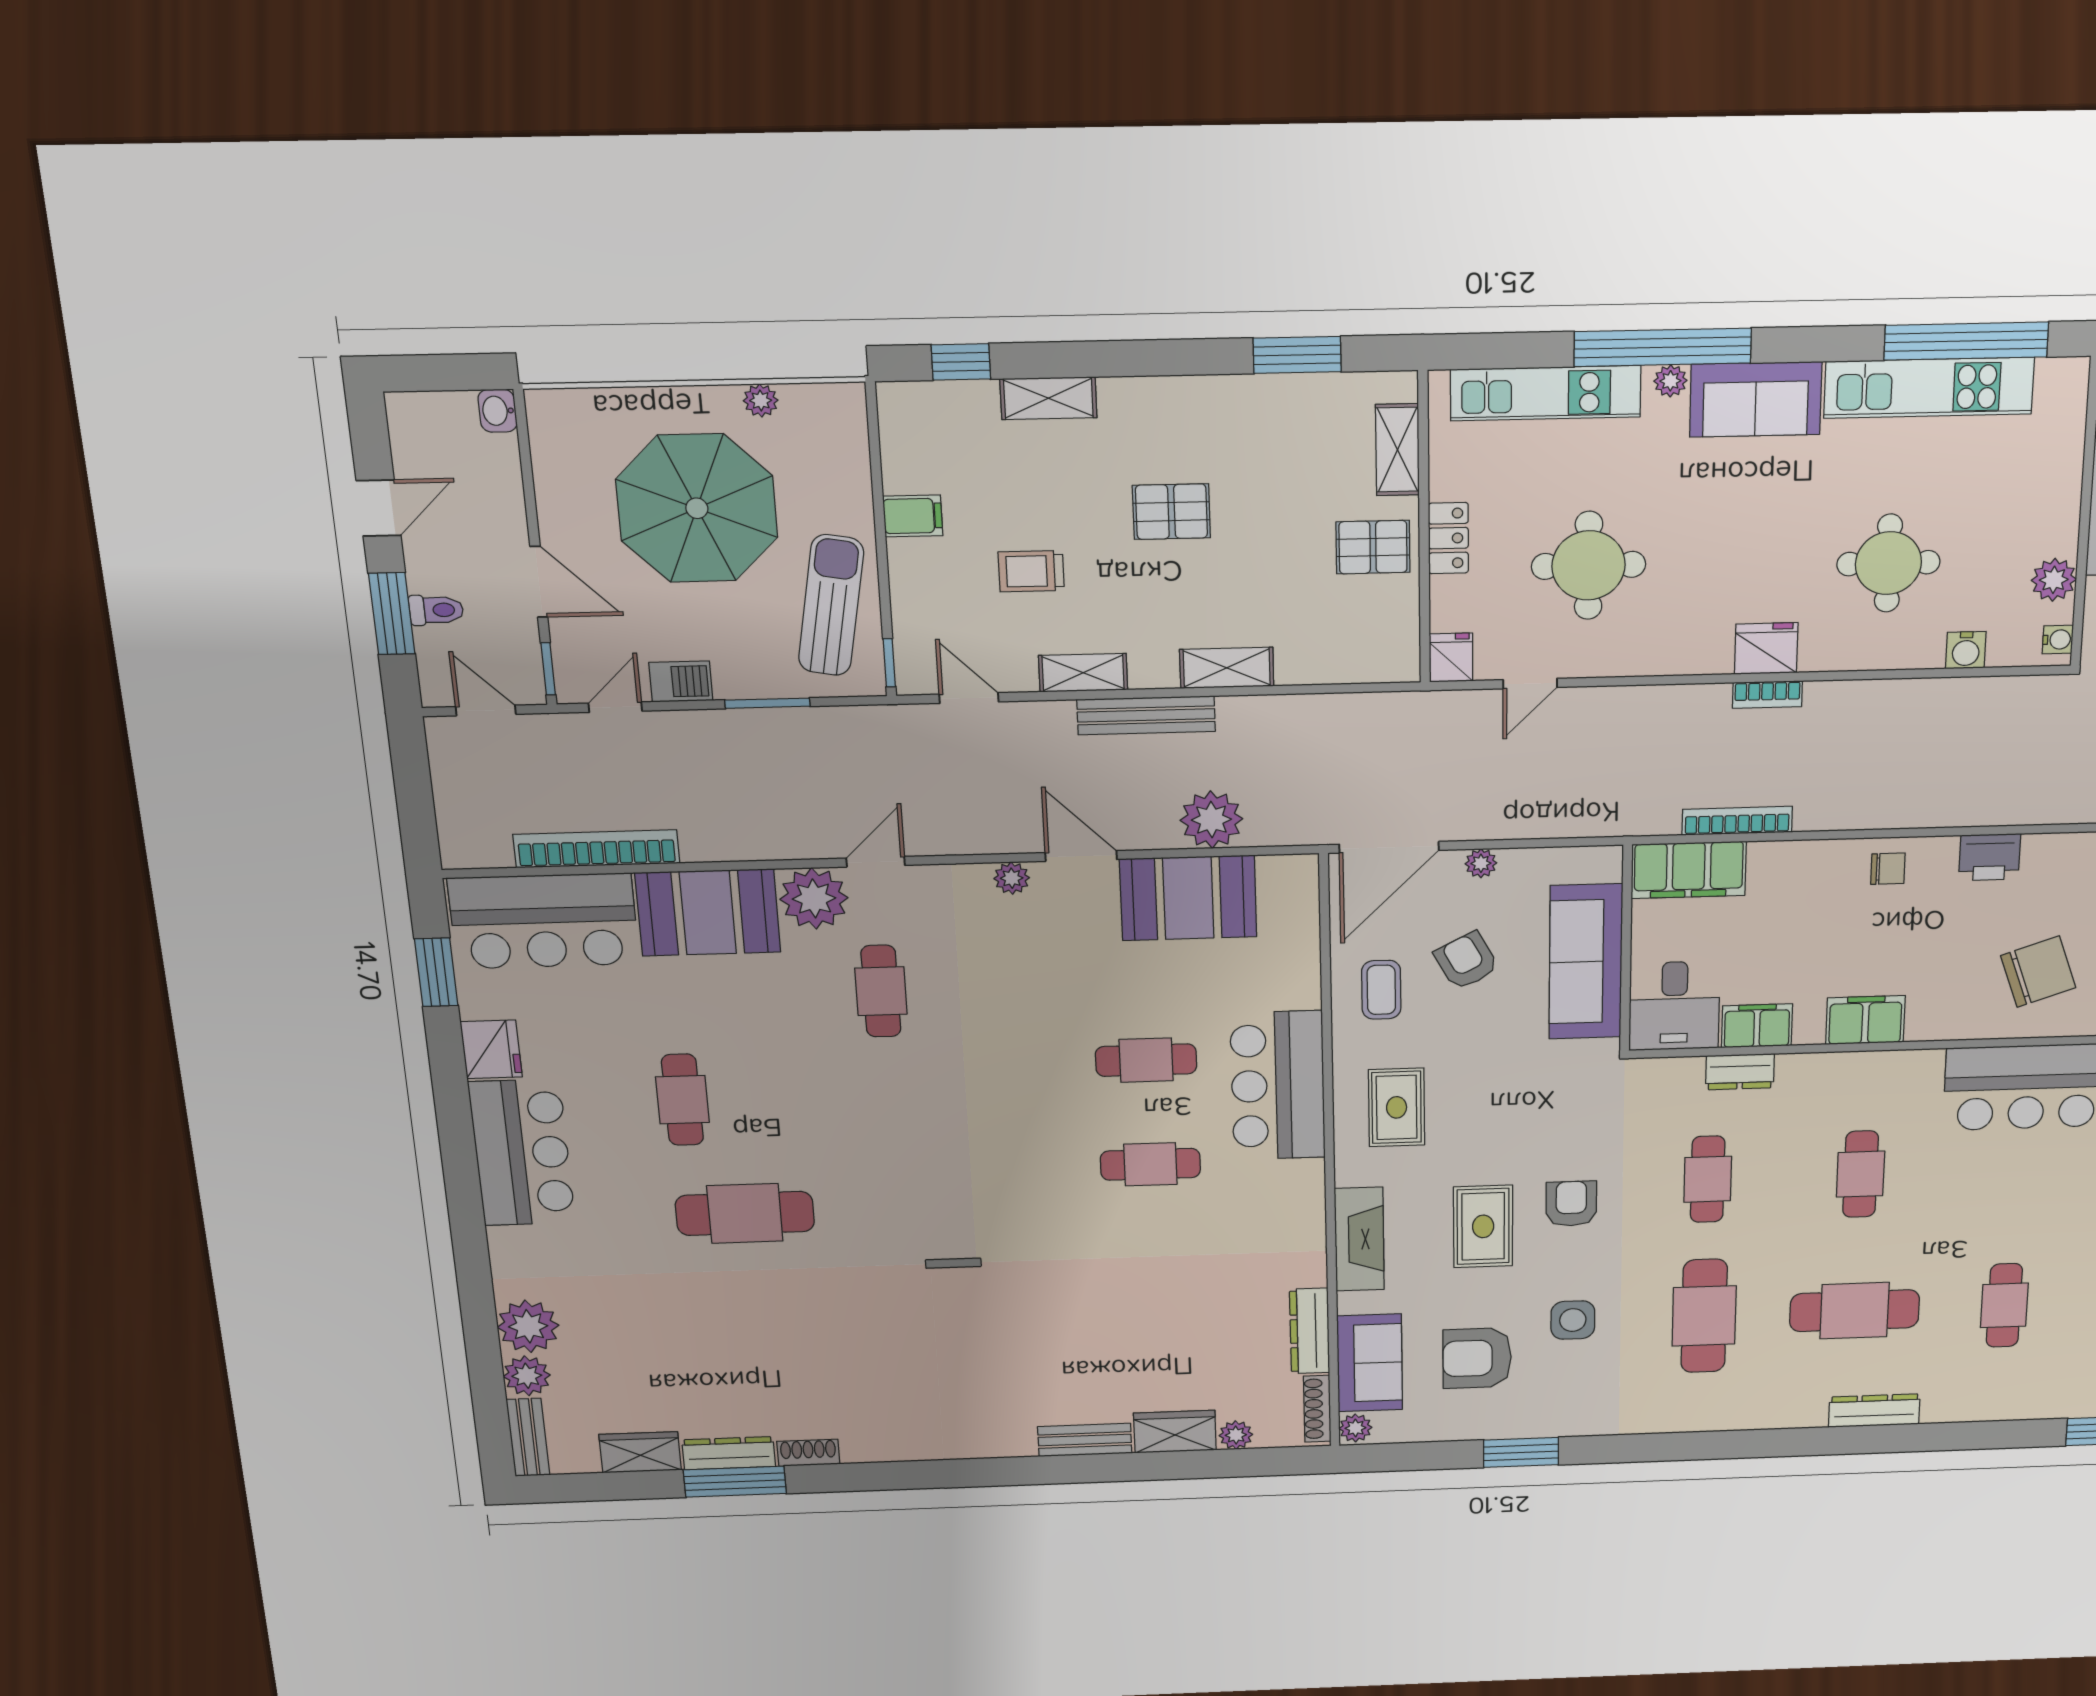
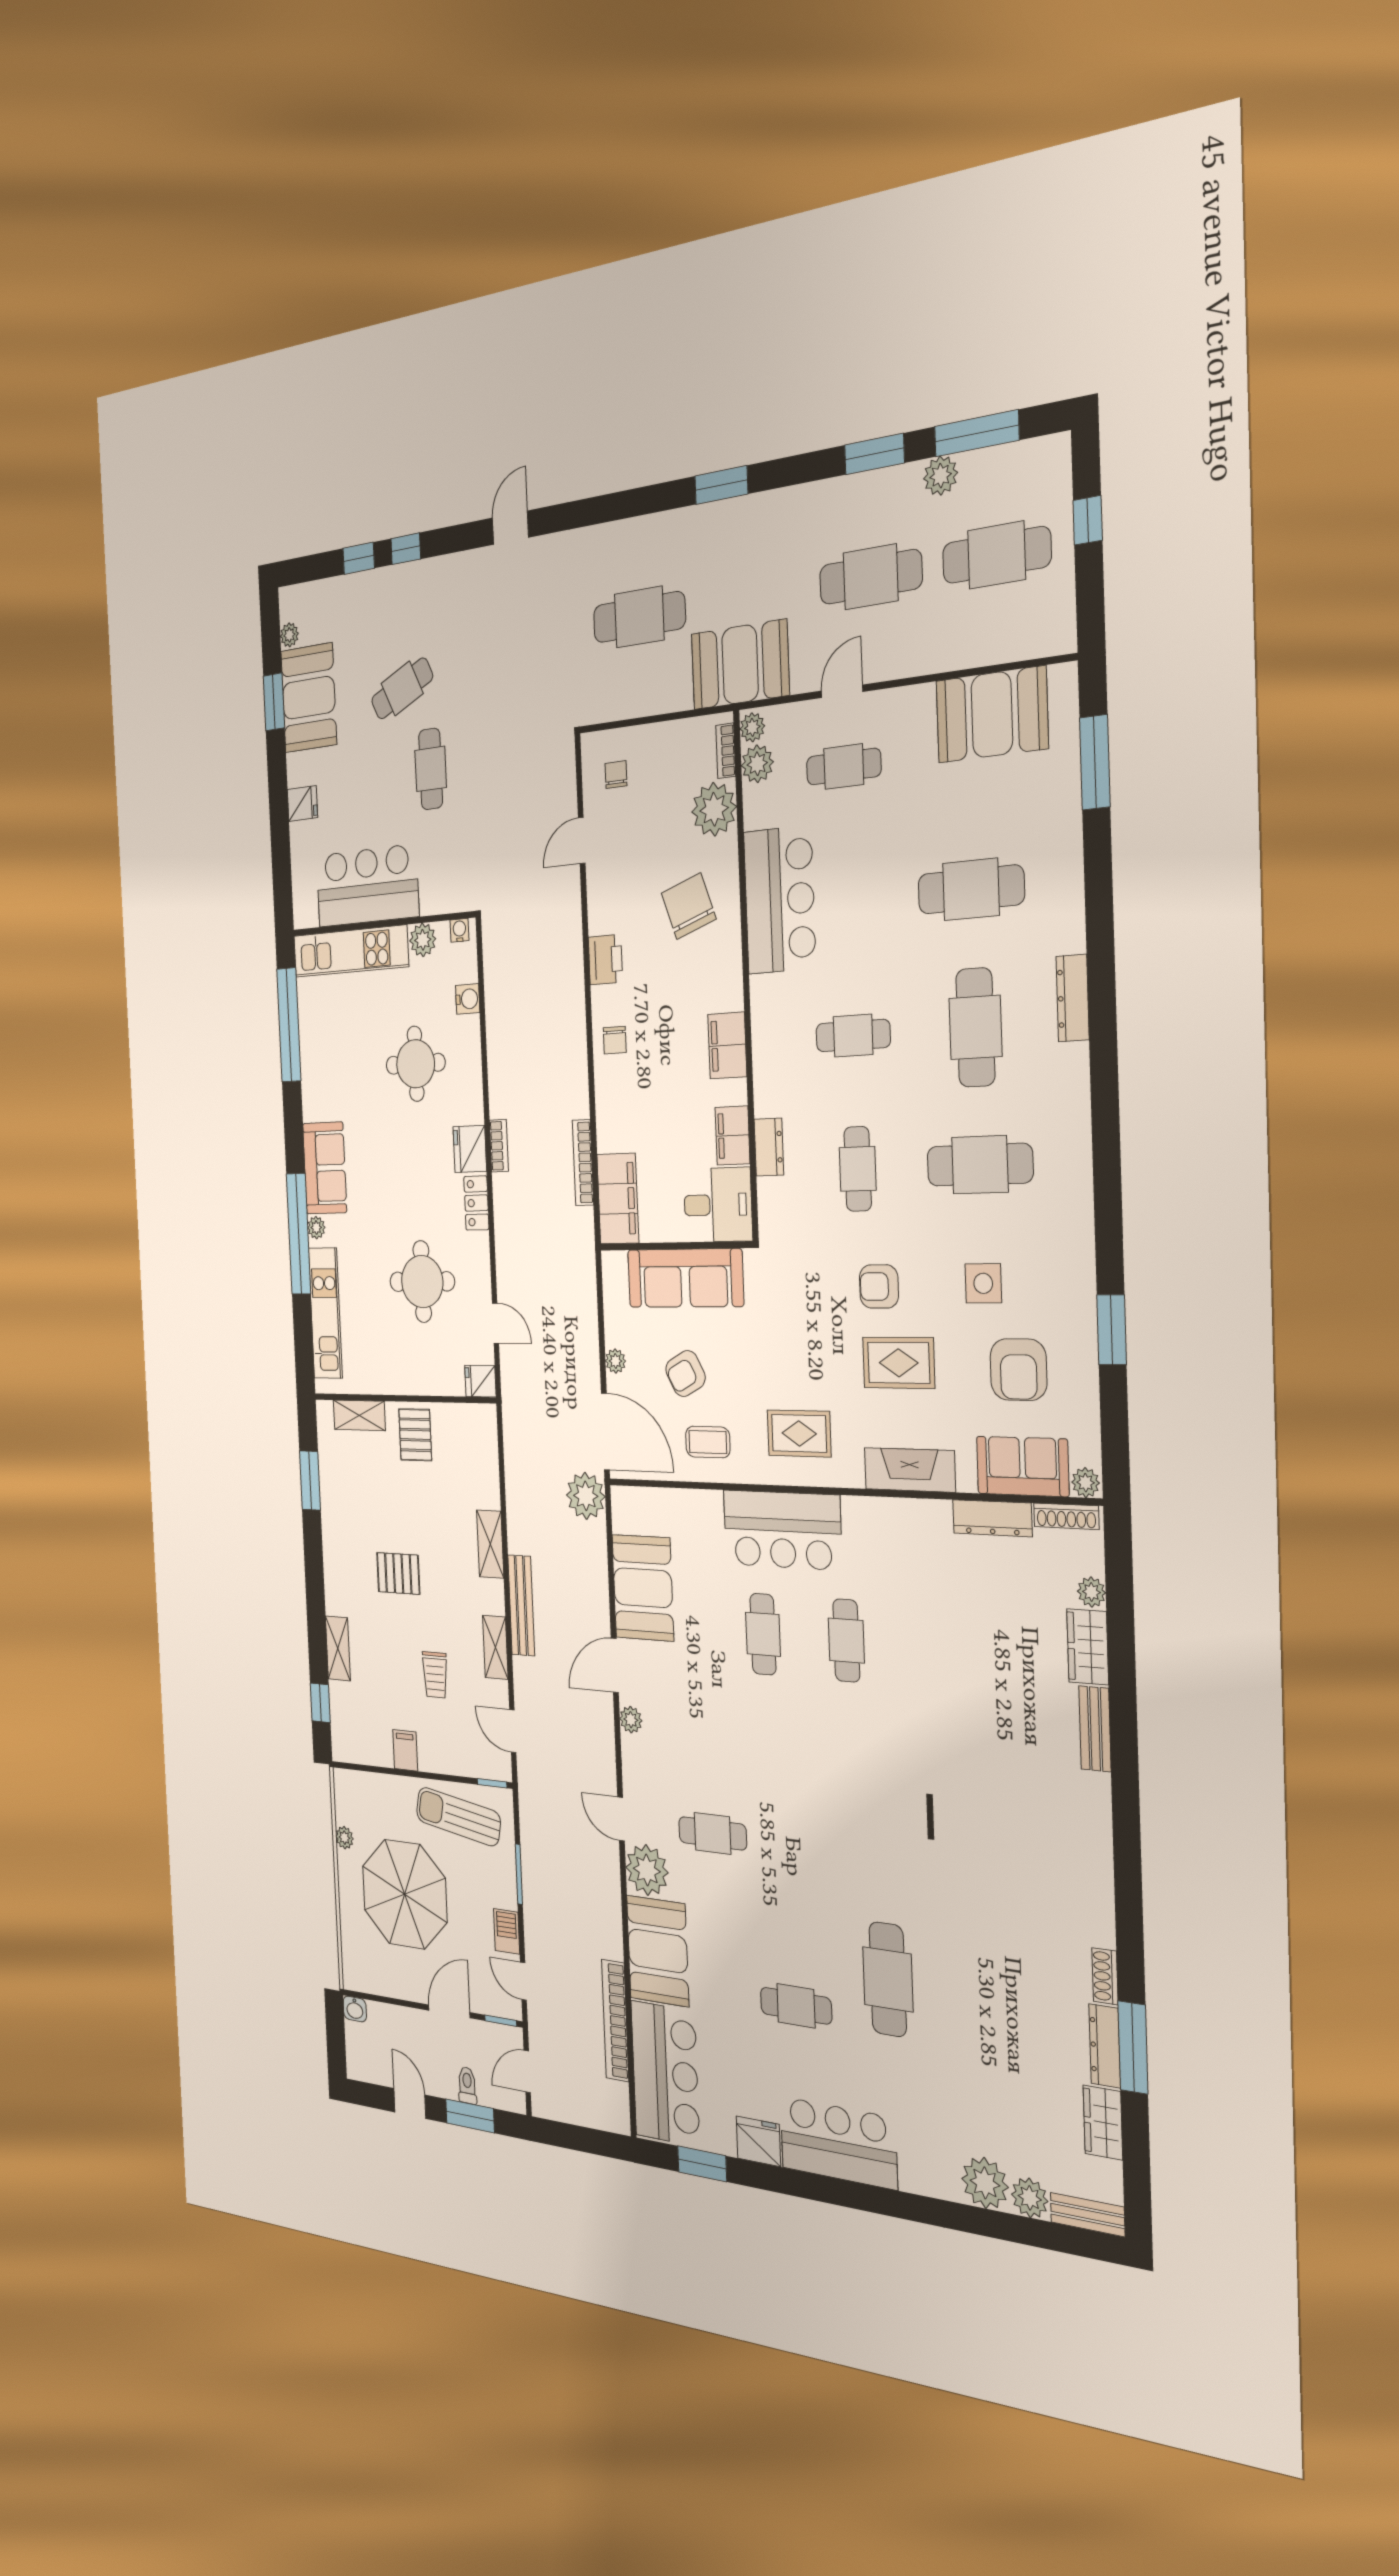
kitchen unit: (1929, 388) -> (351, 951), moved, turned 90
pallet: (1171, 512) -> (398, 1573), turned 90
locker: (1448, 538) -> (476, 1203), moved, turned -90
door: (969, 698) -> (513, 1731), hinge flipped
plant: (1211, 820) -> (586, 1496), moved
chair: (1888, 869) -> (615, 1040), turned 180
cafe table: (1708, 1179) -> (858, 1169), turned 90
cafe table: (2004, 1305) -> (971, 889), width x1.37, depth x1.35

